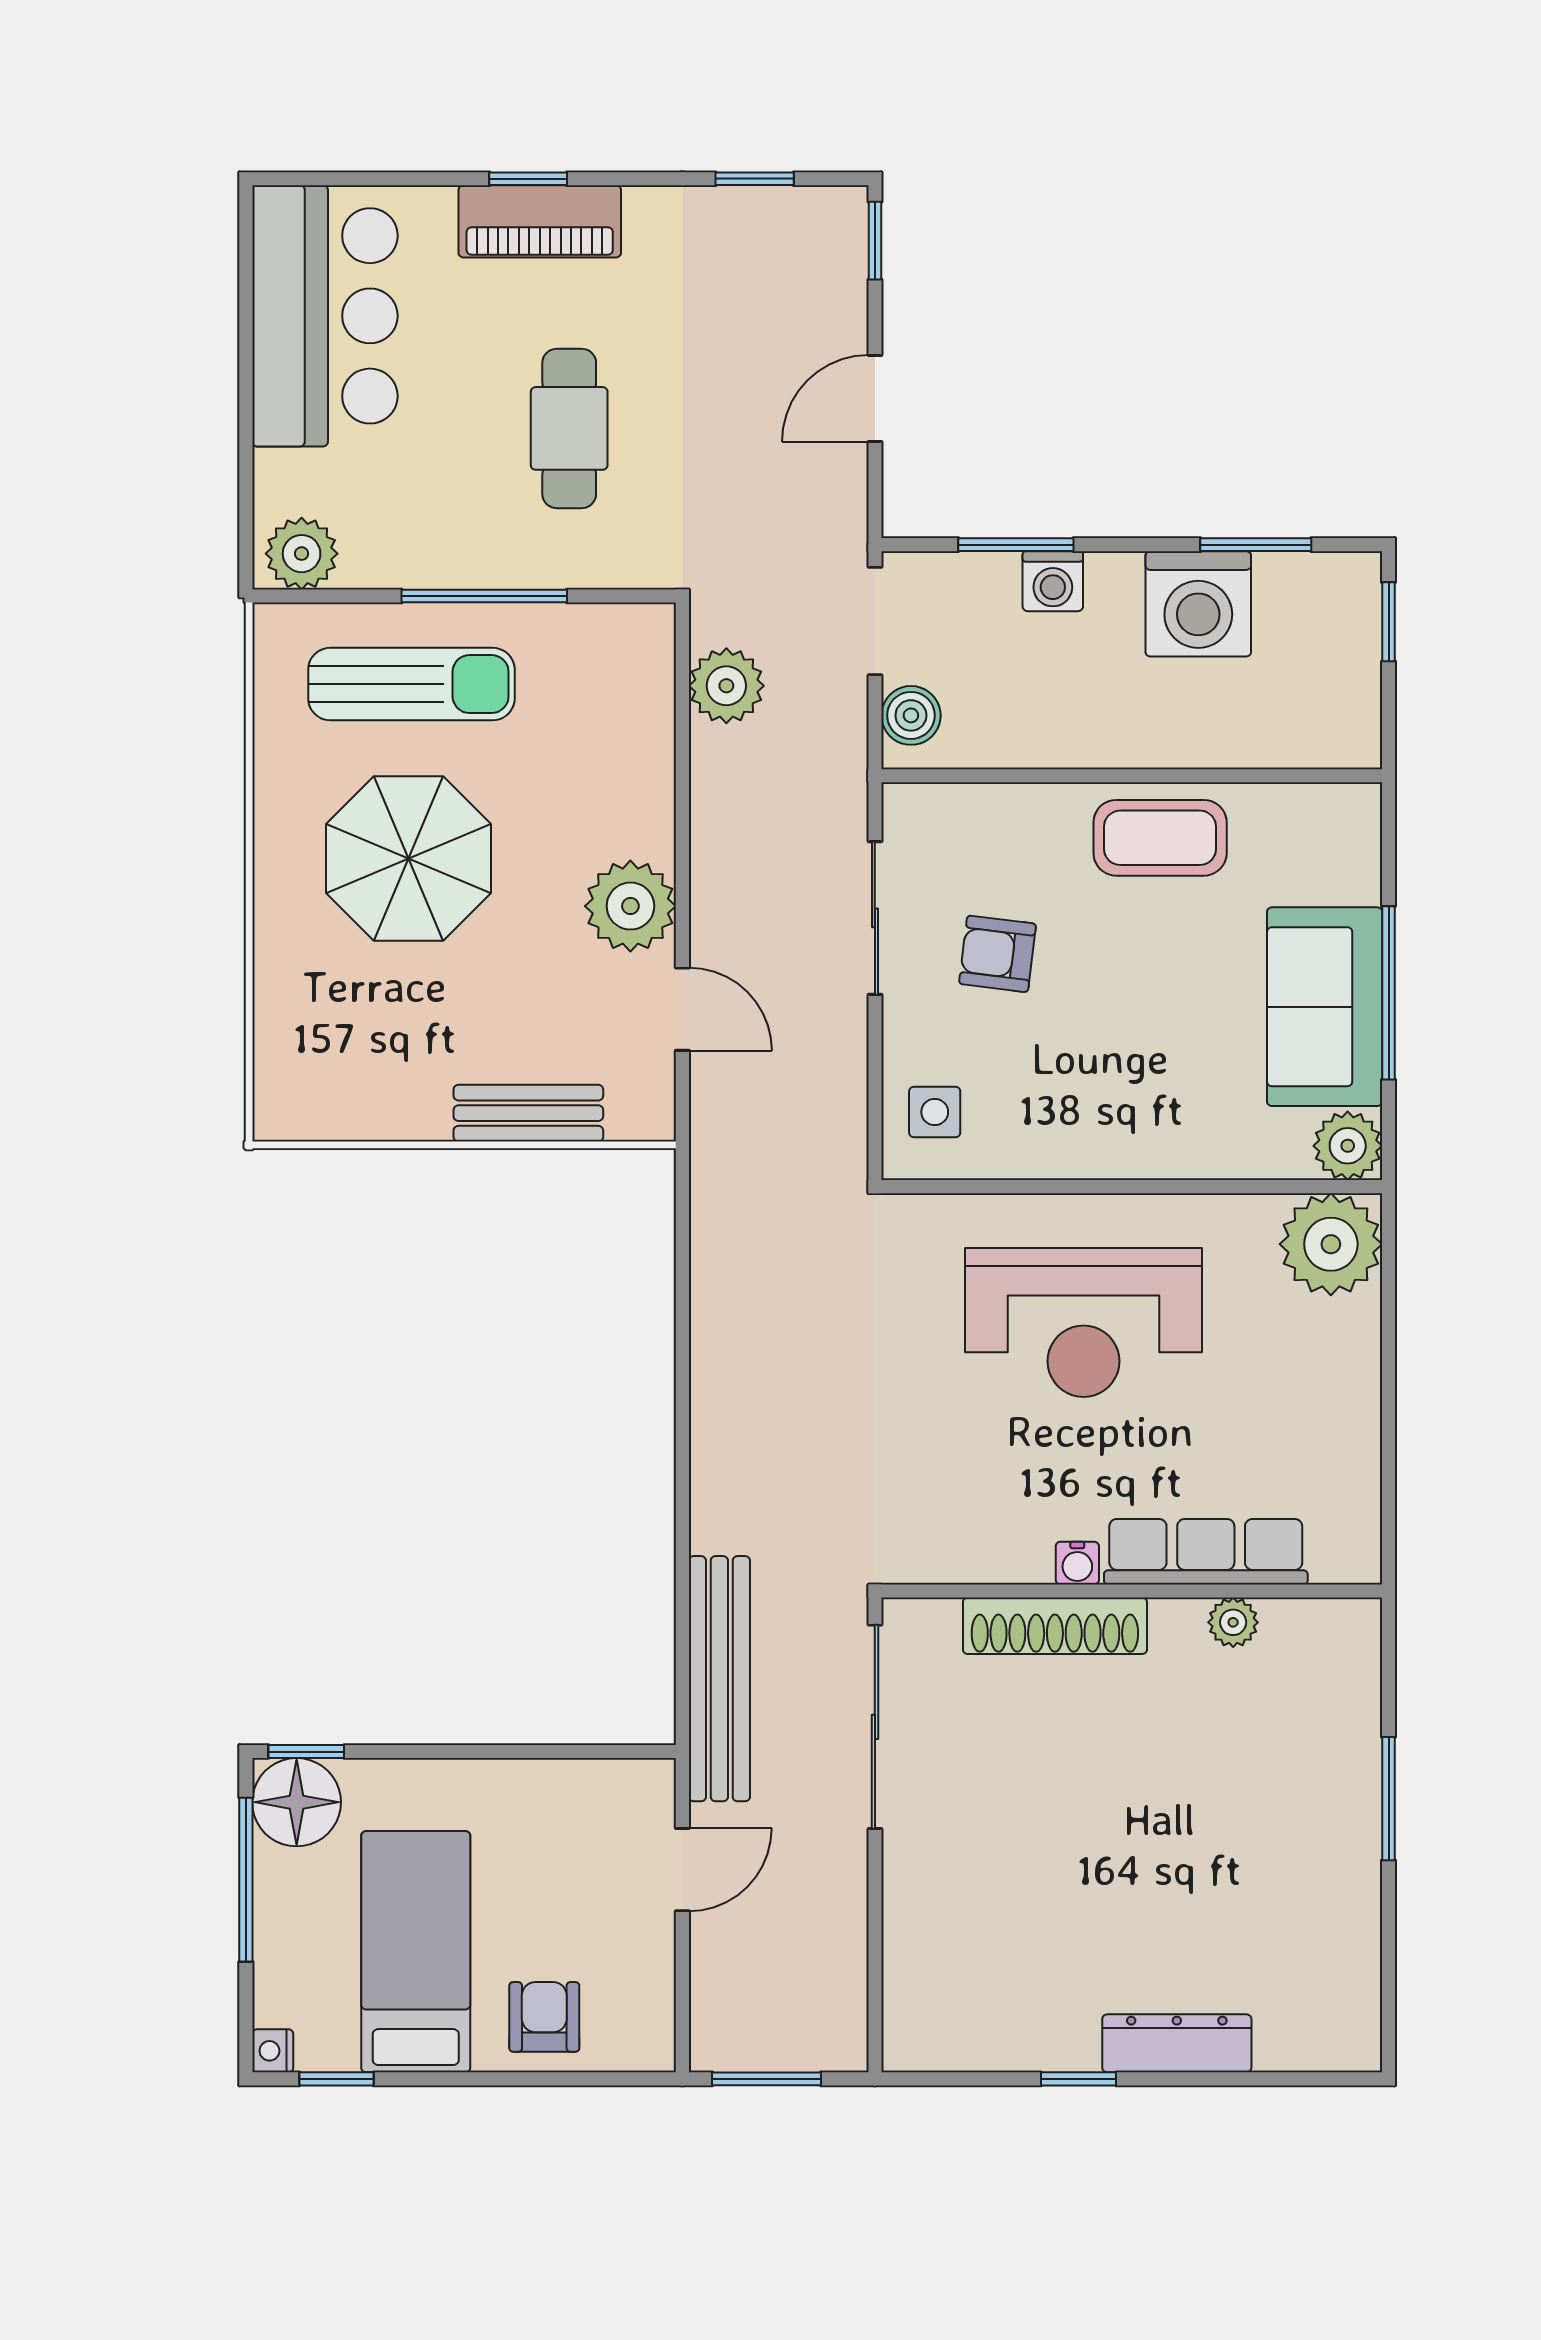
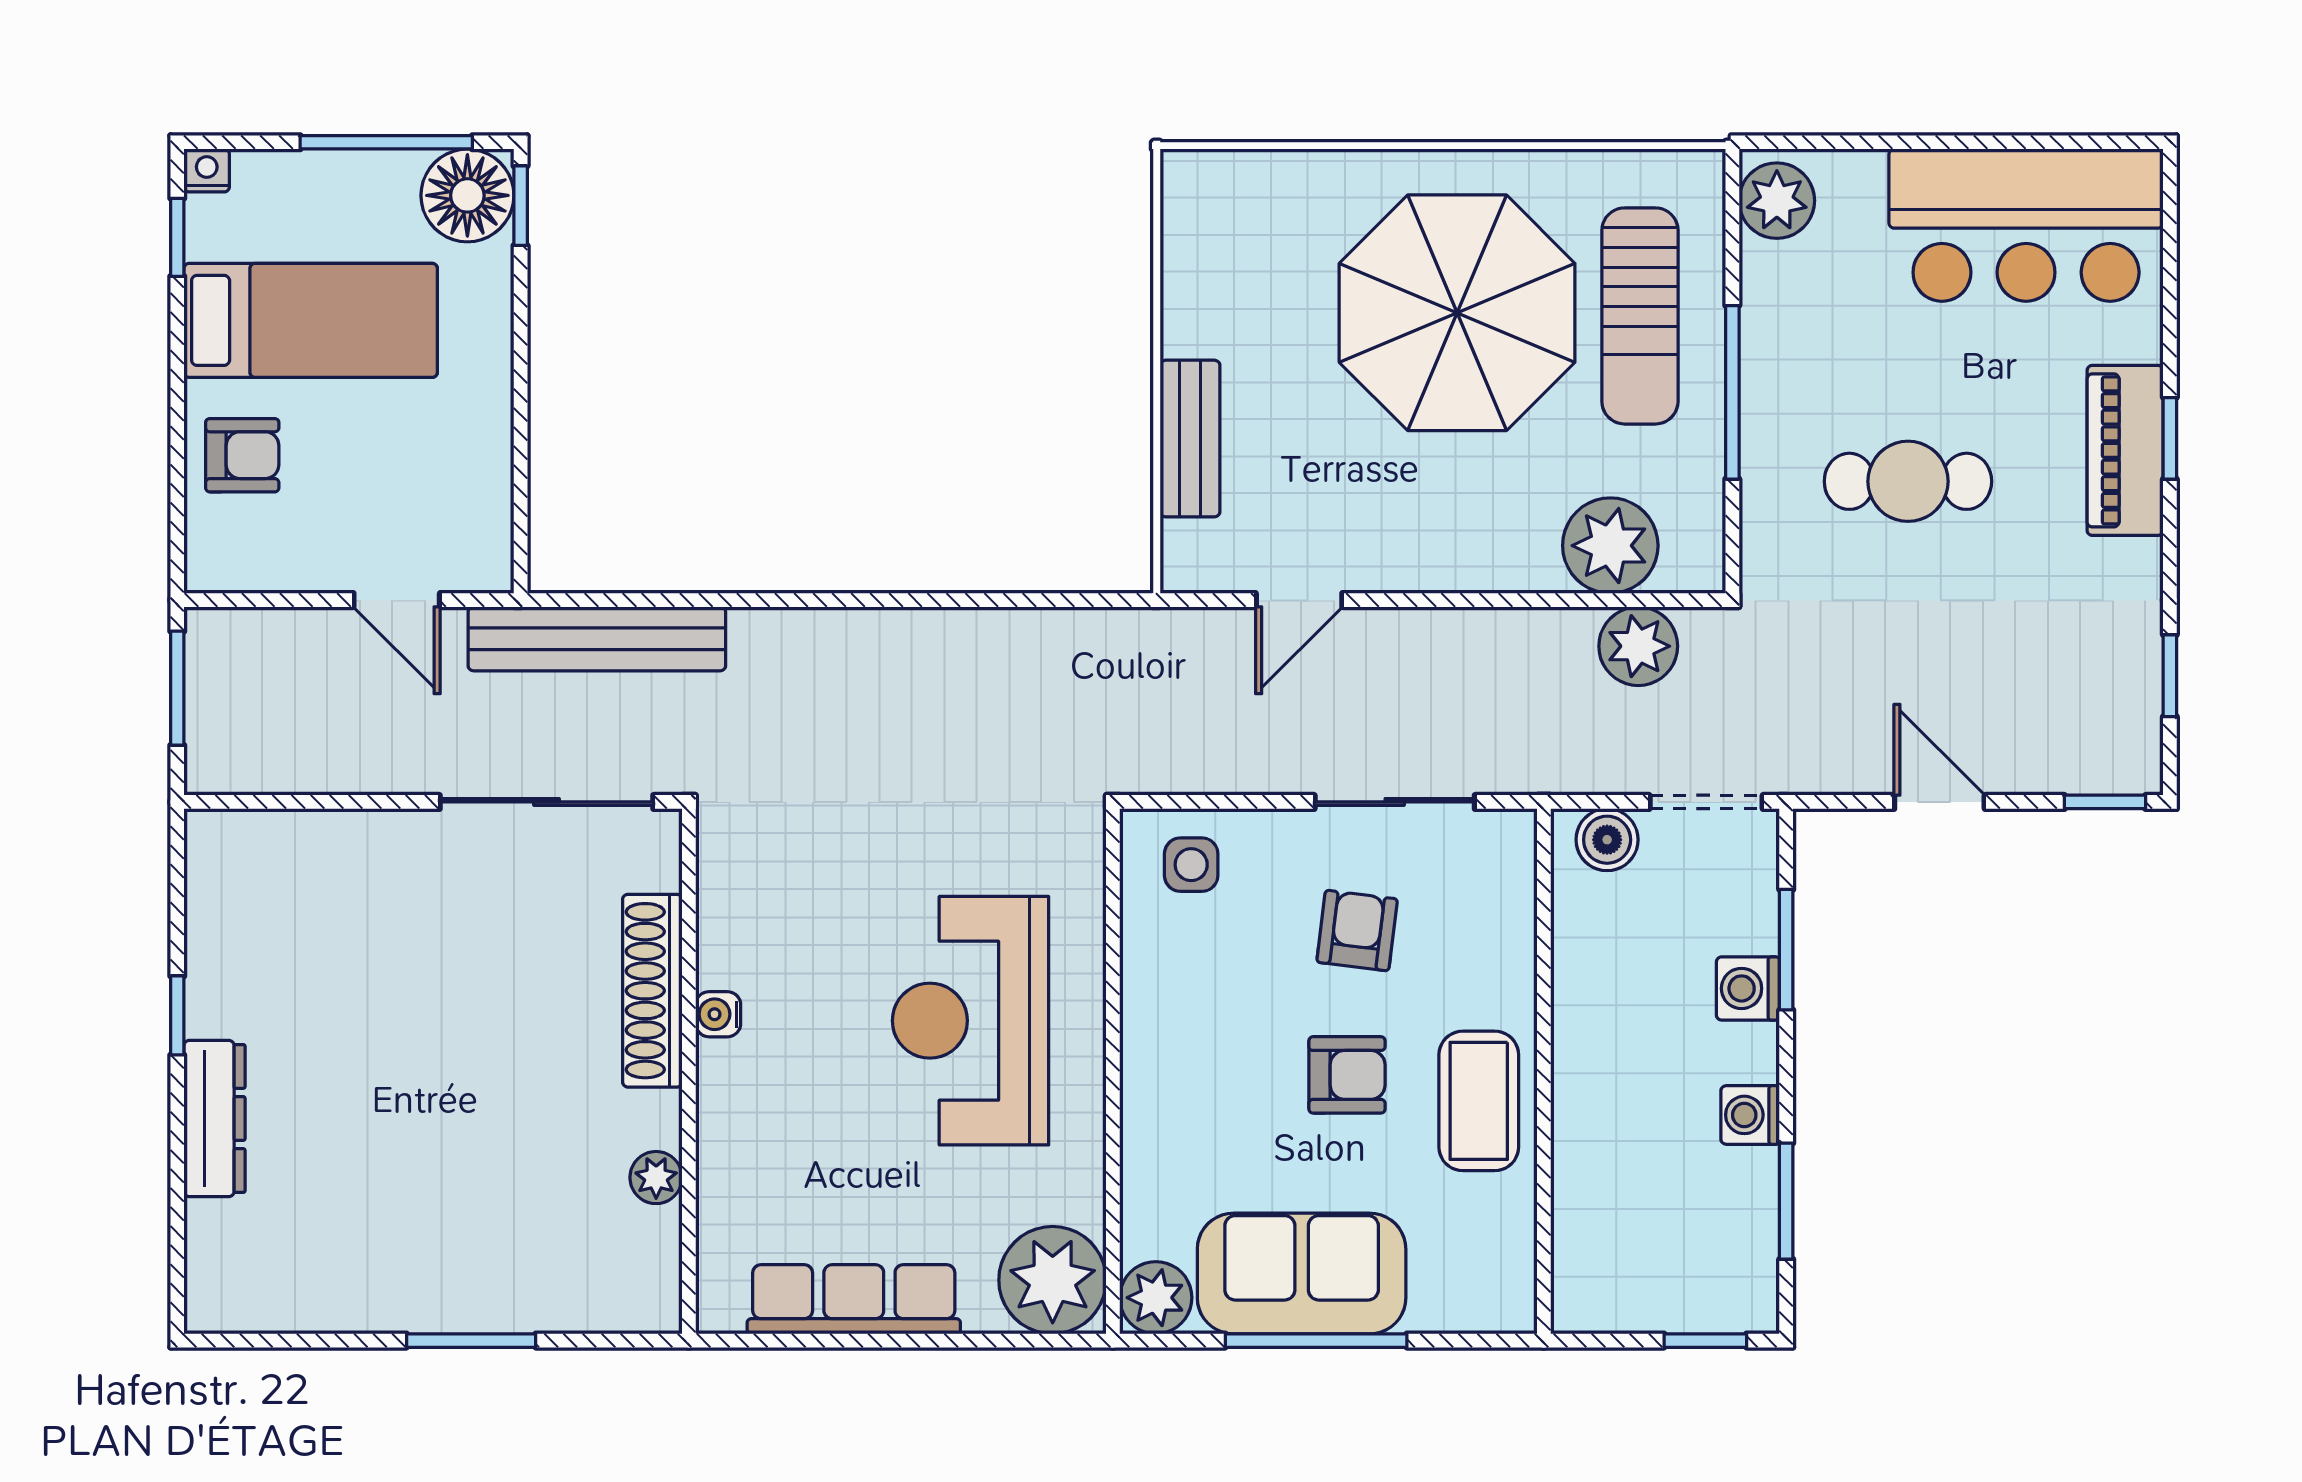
washing machine: (1198, 604) -> (1750, 1115), width x0.53, depth x0.53
parasol: (408, 858) -> (1457, 313), width x1.36, depth x1.36
plant: (630, 906) -> (1610, 546), moved
armchair: (1135, 963) -> (1347, 1075), added
row of seats: (1206, 1552) -> (854, 1299), moved, turned -90

